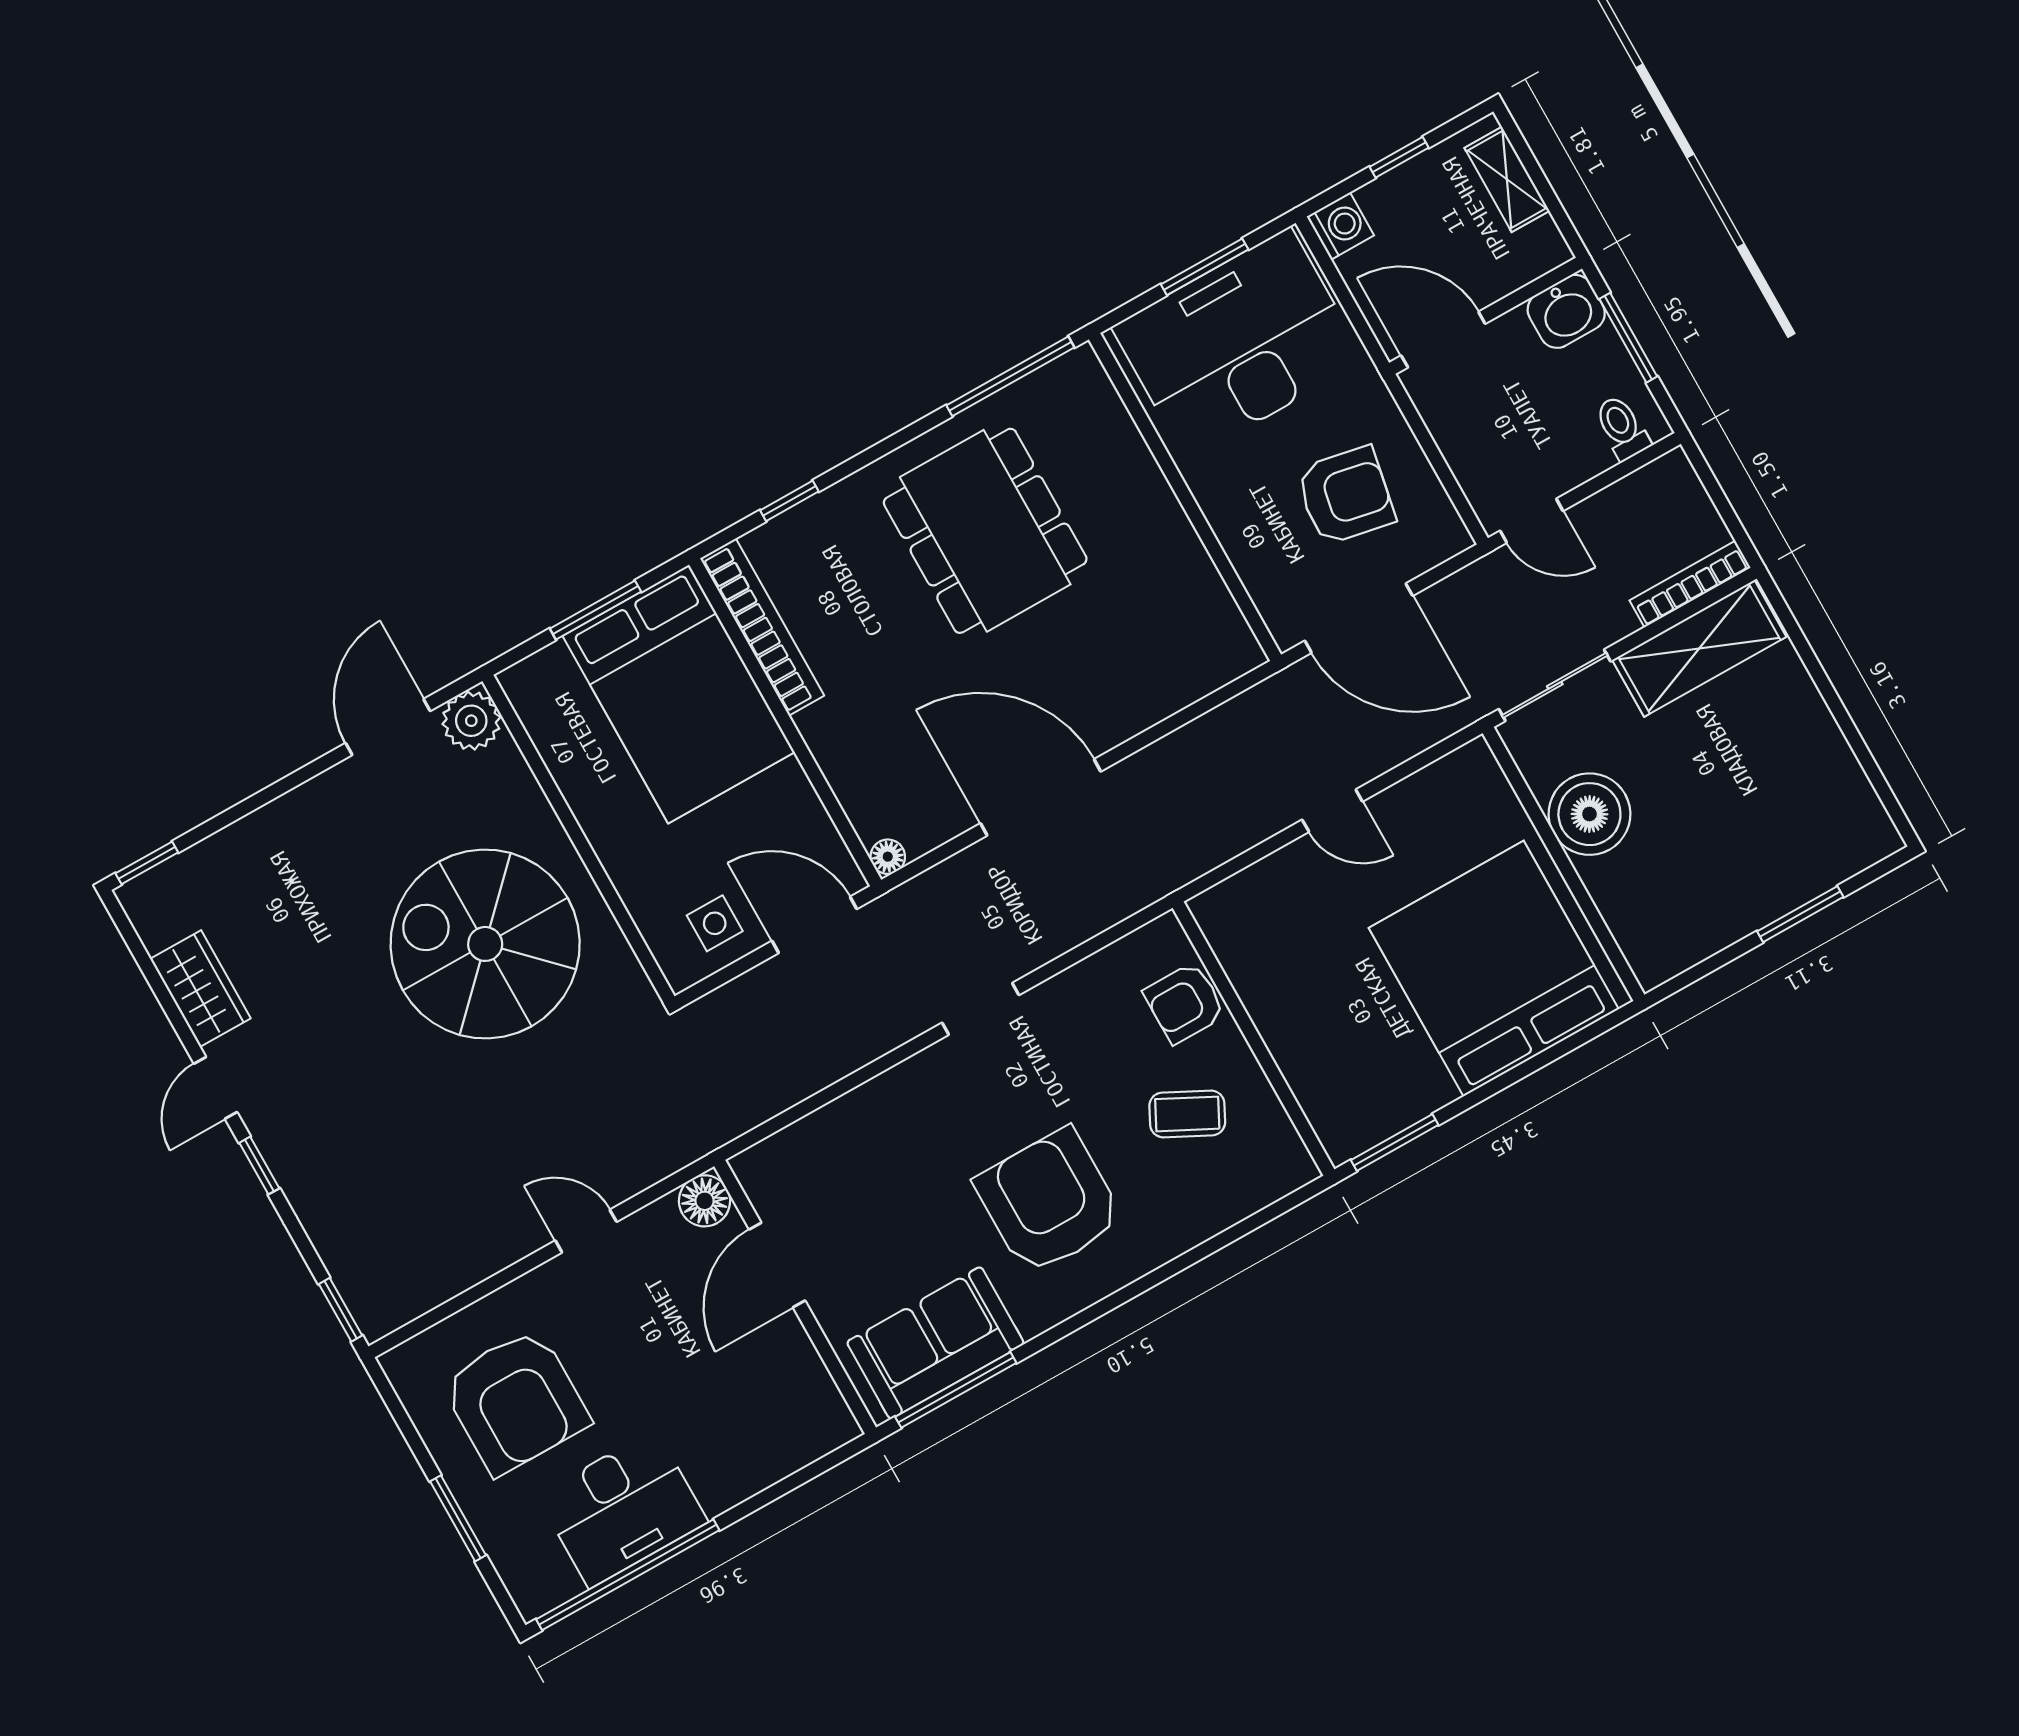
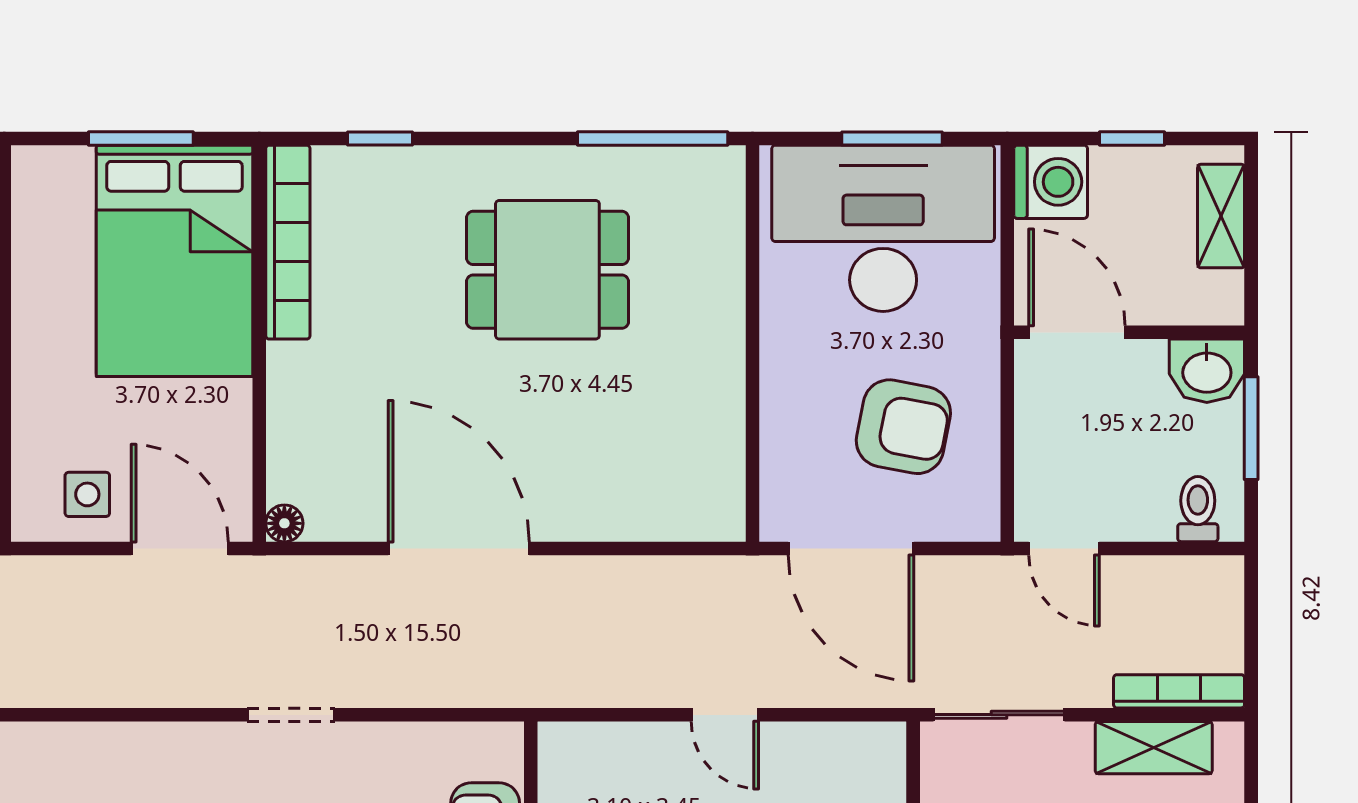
washing machine: (1340, 226) -> (1051, 182), width x1.38, depth x1.38
dining table: (985, 531) -> (547, 270), width x0.73
shelving: (1699, 648) -> (1154, 748), width x0.67, depth x0.75

